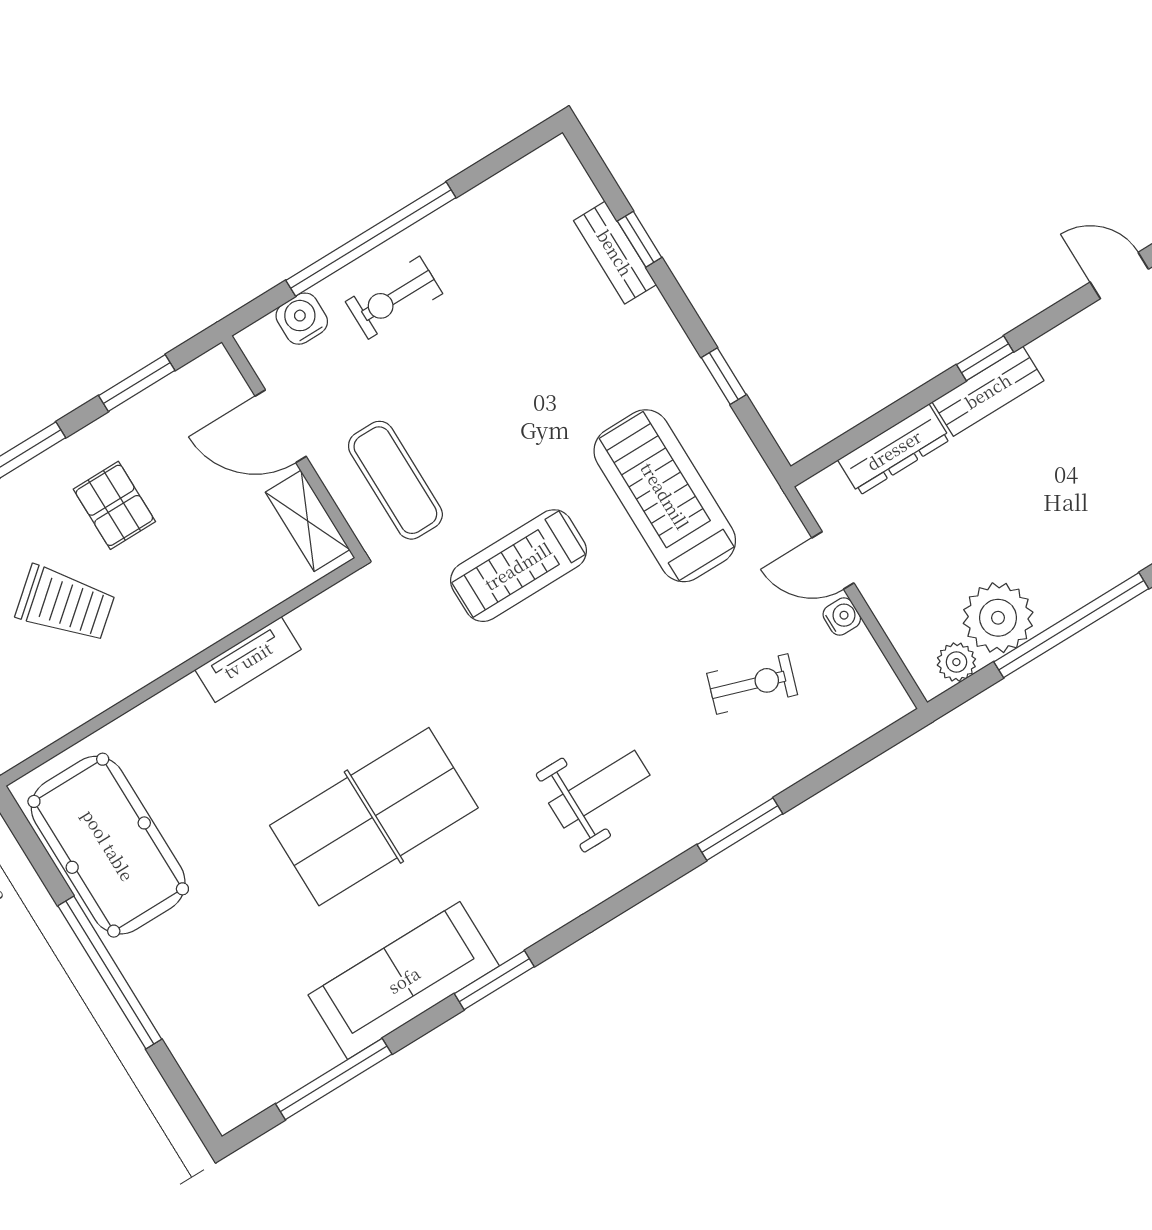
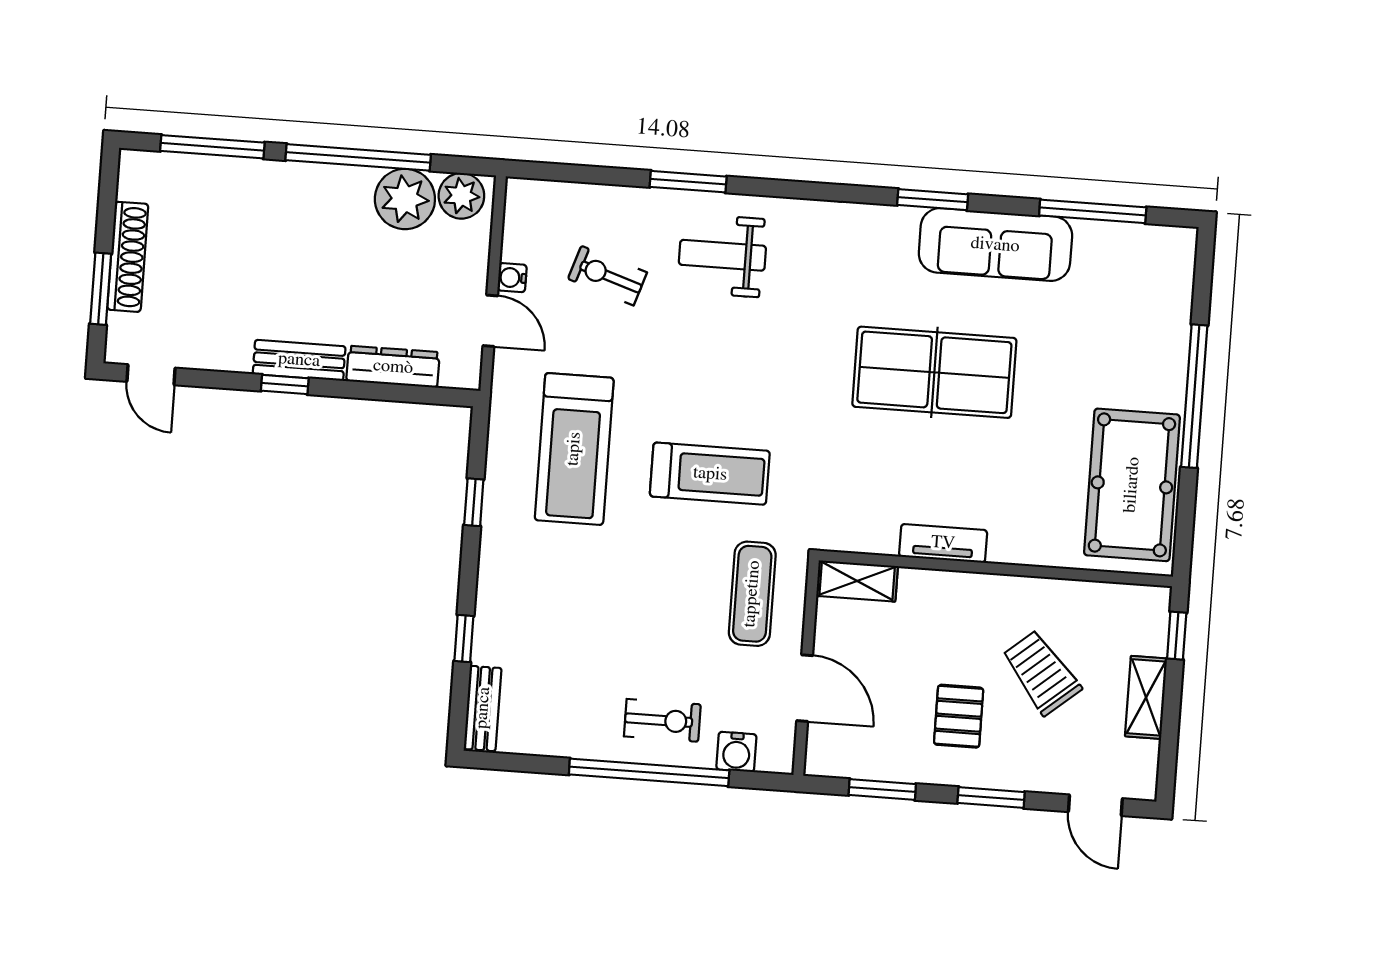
bench: (615, 253) -> (483, 708), moved
shelving: (308, 521) -> (857, 581), moved, turned 90
plant: (956, 662) -> (461, 196), width x1.38, depth x1.38
weight bench: (599, 789) -> (722, 255), moved

